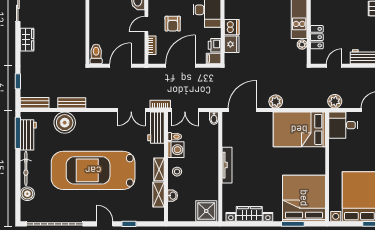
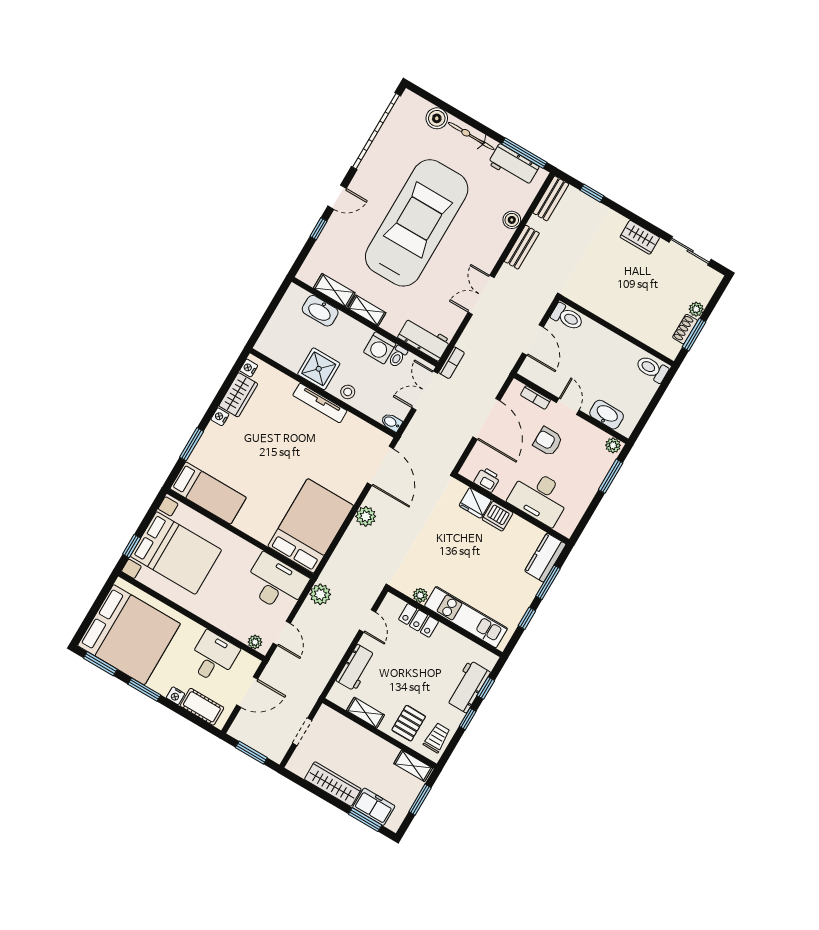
filing cabinet: (214, 59) -> (470, 468), removed
double door: (131, 110) -> (481, 295), moved
boiler: (65, 123) -> (512, 220), width x0.54, depth x0.54
desk: (343, 125) -> (276, 583), width x1.37
stool: (177, 172) -> (348, 392), moved
washbasin: (173, 196) -> (320, 311), width x1.91, depth x1.45
bed: (304, 198) -> (208, 493), width x0.49
shower: (206, 211) -> (319, 369), moved

